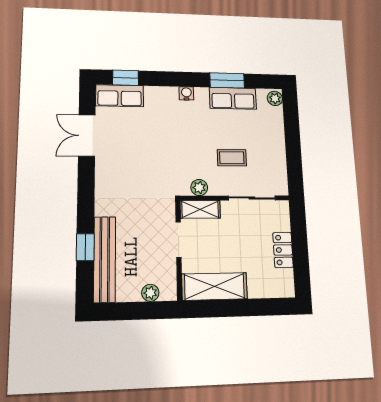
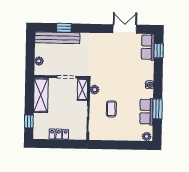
window: (264, 307) -> (29, 121), added

